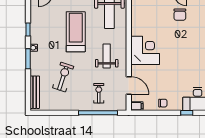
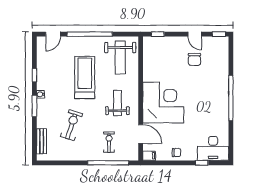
corner desk: (145, 50) -> (163, 103), width x1.36, depth x1.36
bench: (35, 92) -> (42, 141), width x0.73

